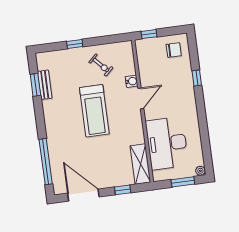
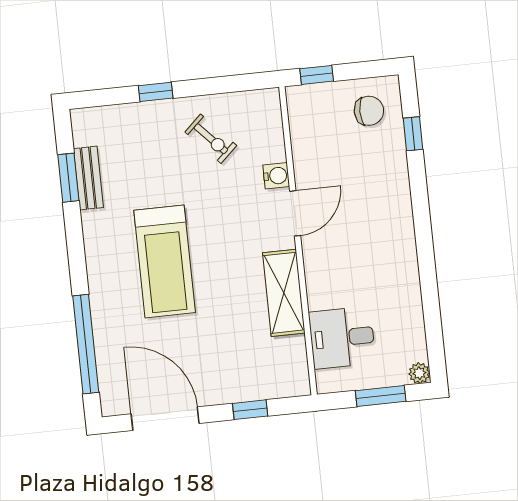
window: (197, 78) -> (413, 134), moved
treadmill: (94, 111) -> (165, 261), moved
desk: (167, 143) -> (342, 338), width x0.53, depth x0.77
shelving: (140, 164) -> (284, 293), moved

